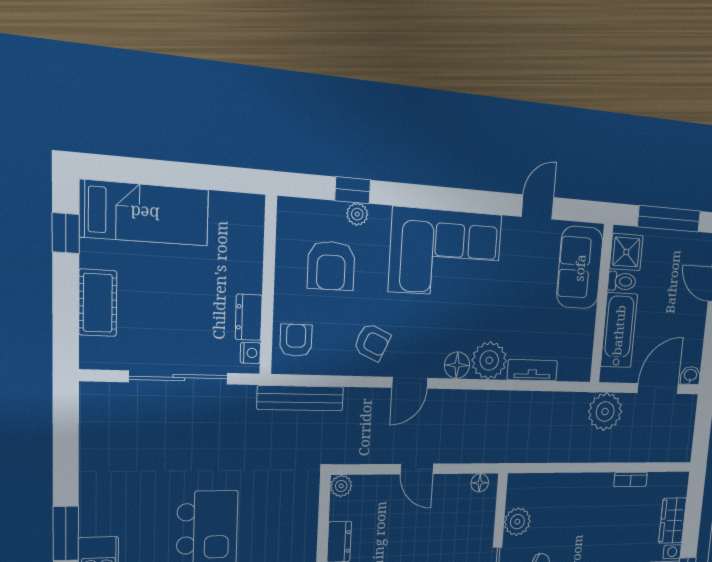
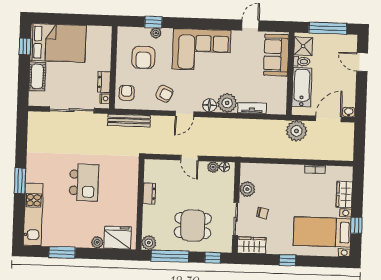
bed: (145, 213) -> (58, 43), width x1.50
plant: (341, 486) -> (213, 167), moved

